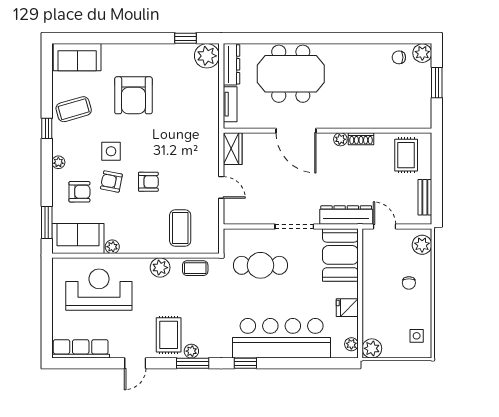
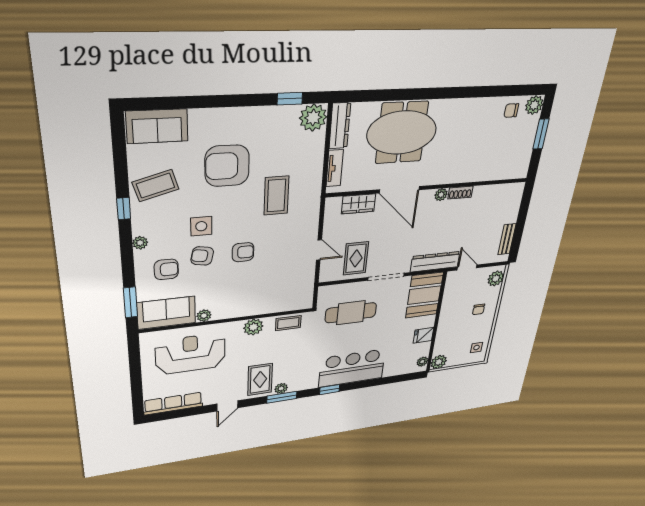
armchair: (133, 95) -> (227, 166), turned 90
wardrobe: (233, 149) -> (358, 204), moved, turned 90
rug: (406, 155) -> (356, 258), moved
coffee table: (180, 228) -> (276, 196), moved
bar counter: (282, 338) -> (352, 368), width x0.73

